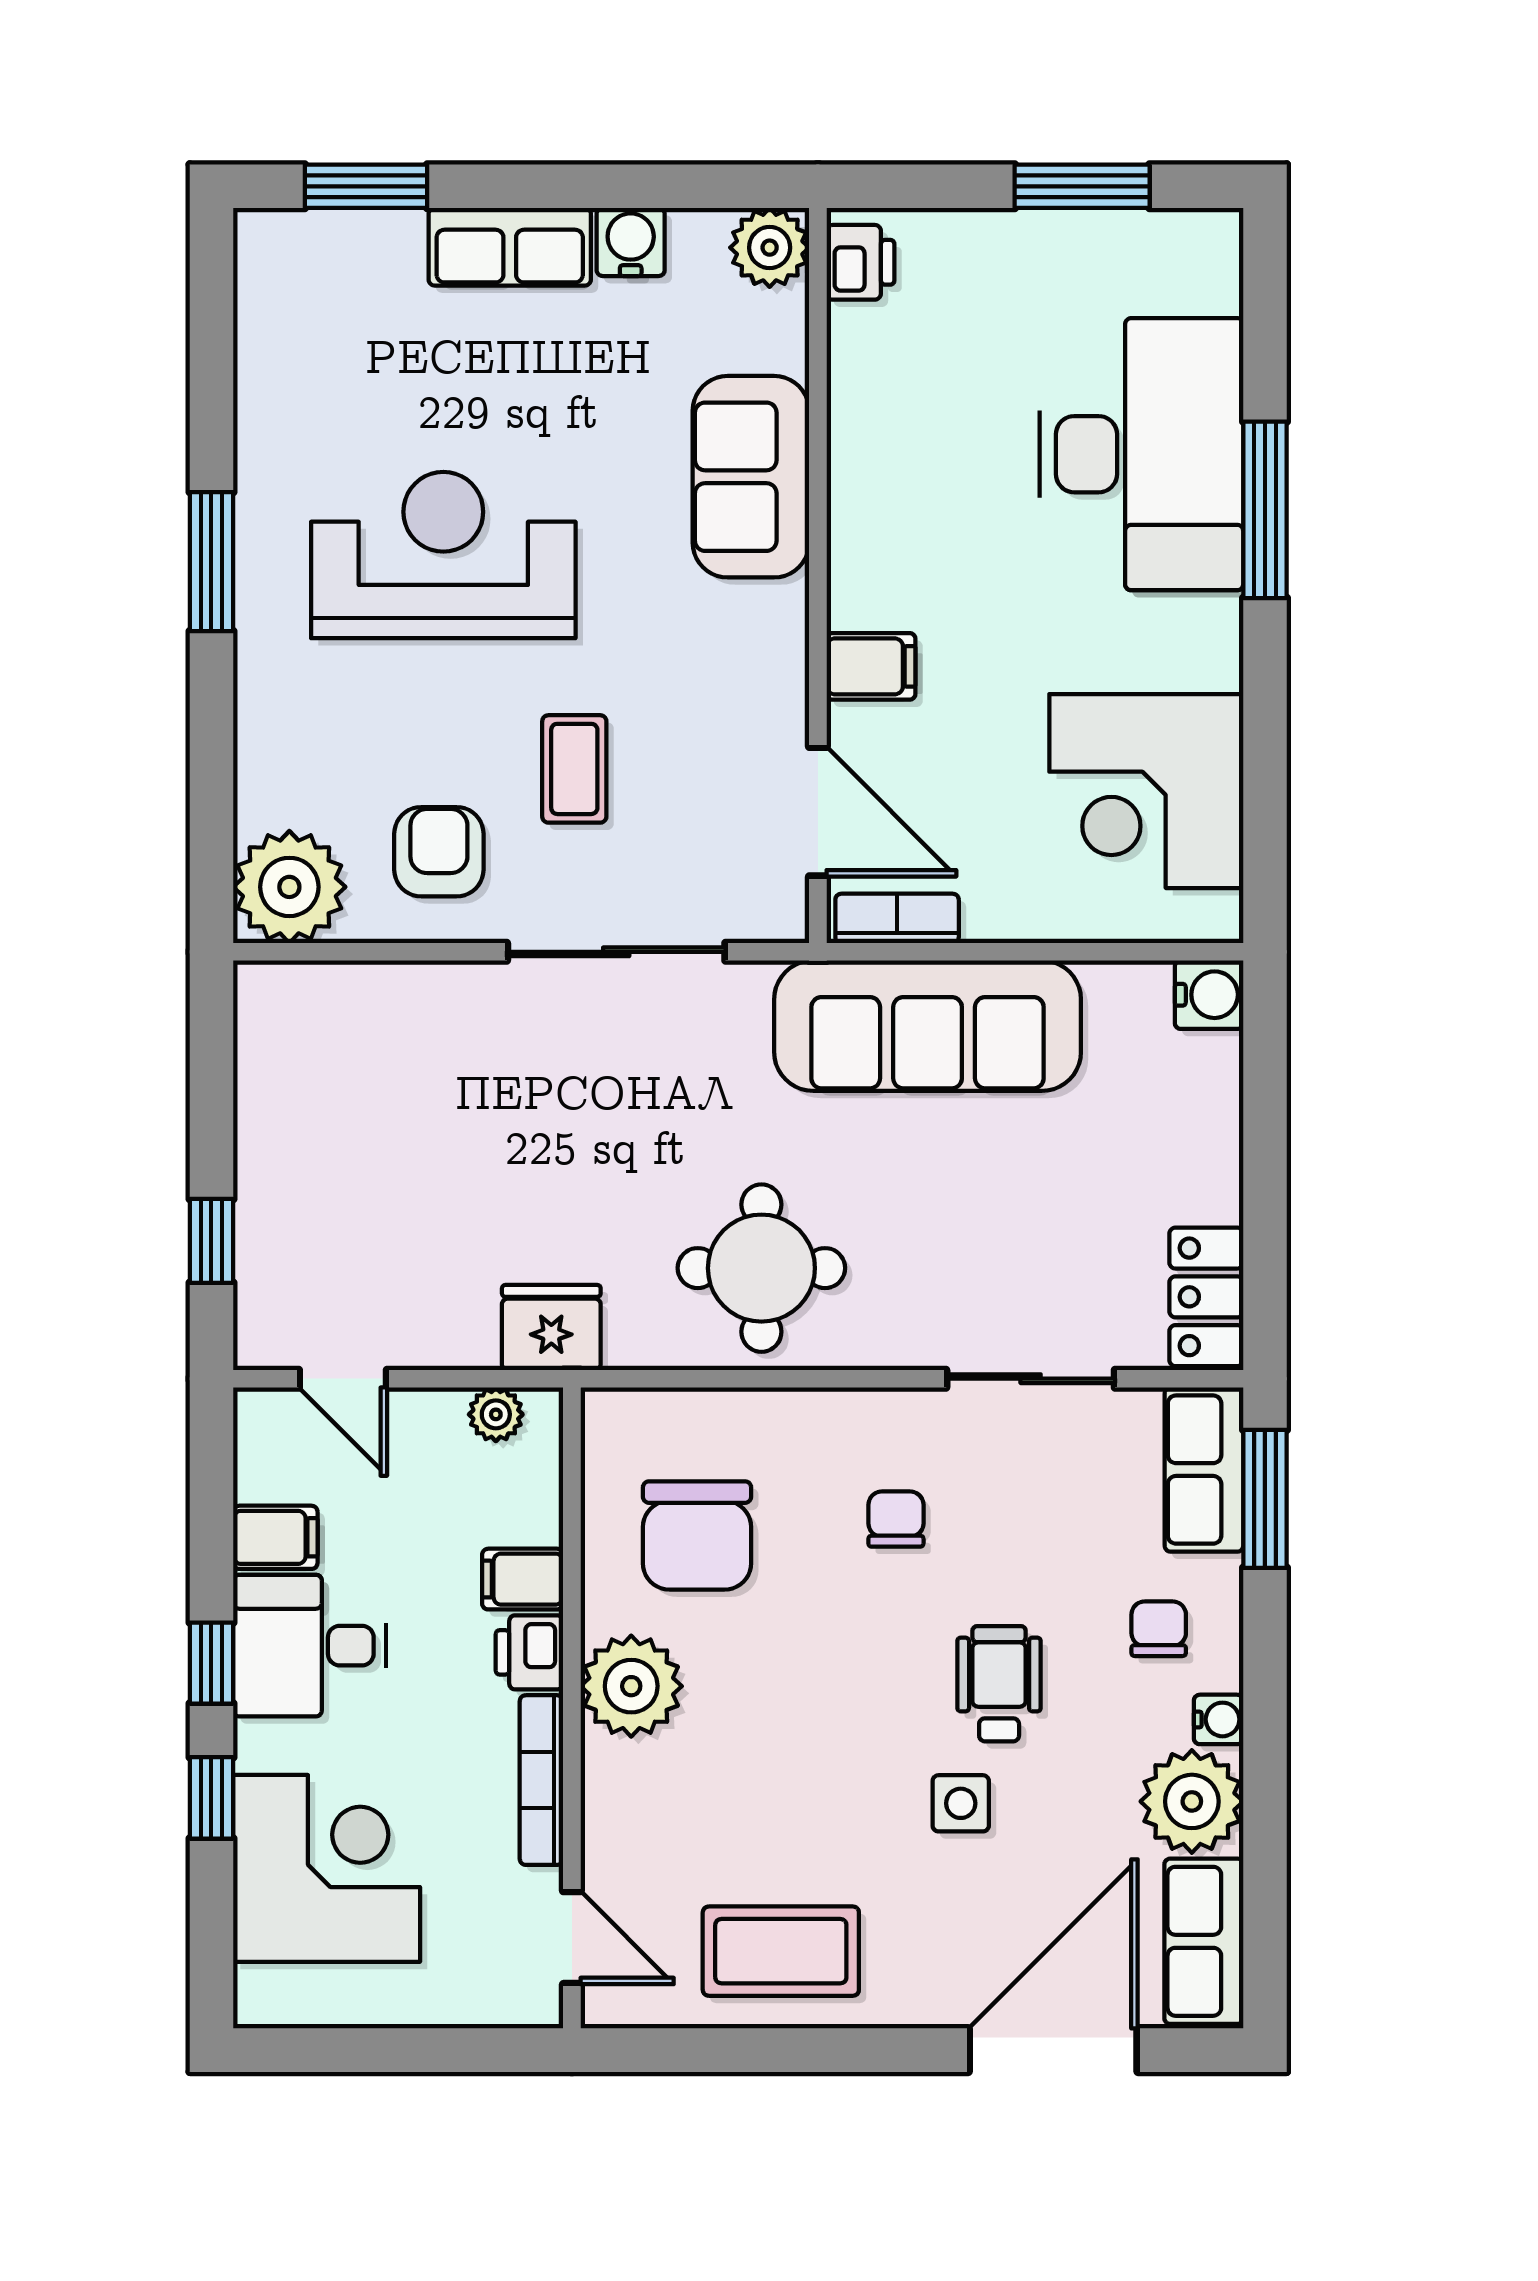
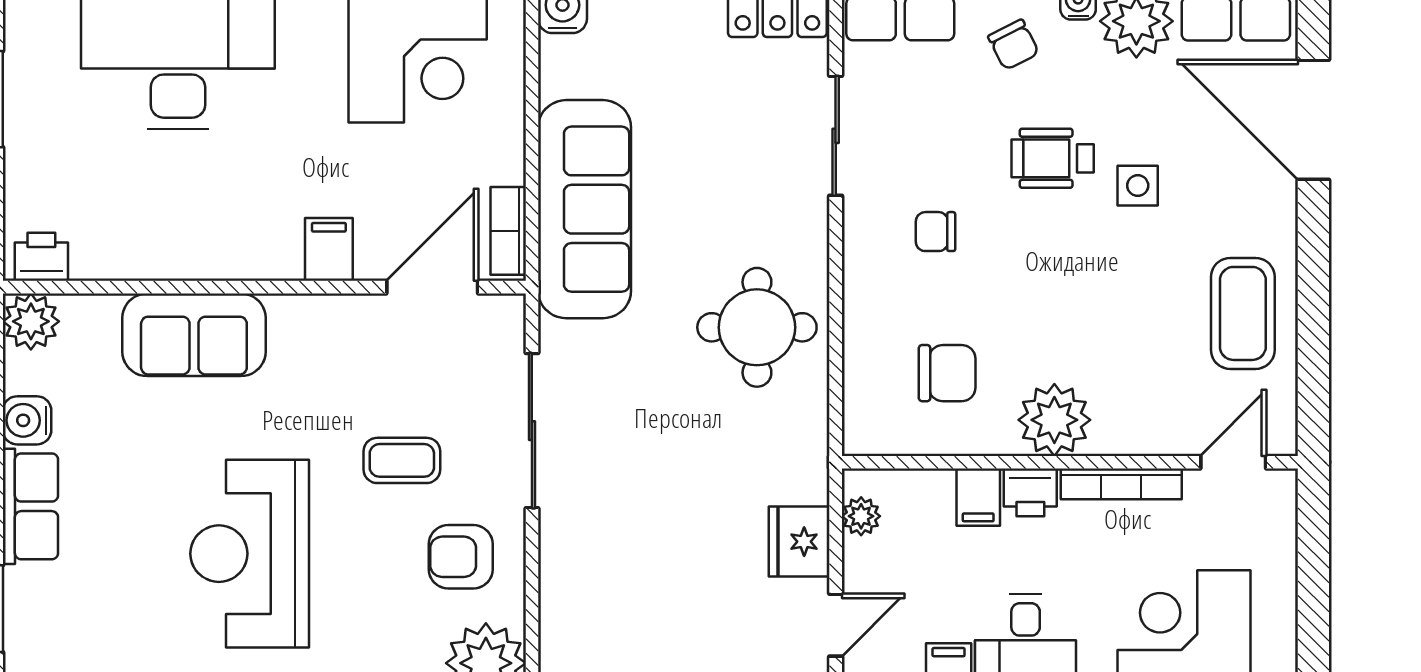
fridge: (551, 1327) -> (799, 542), moved
chair: (697, 1535) -> (947, 373), width x0.73, depth x0.73
chair: (1159, 1629) -> (1014, 45), turned -117

